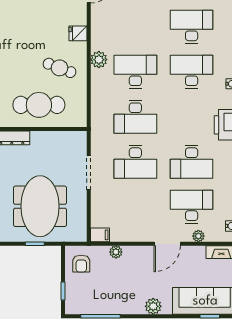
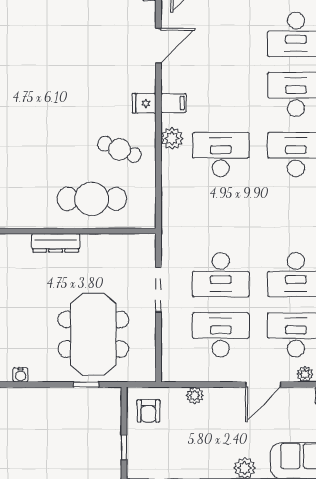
desk: (135, 117) -> (221, 335), moved, turned 180
filing cabinet: (100, 235) -> (173, 103), moved

